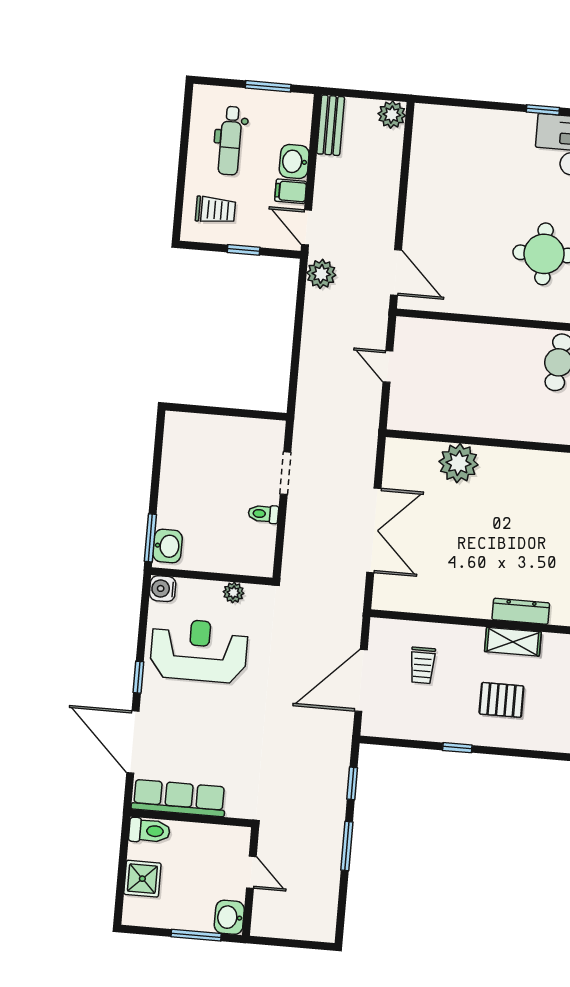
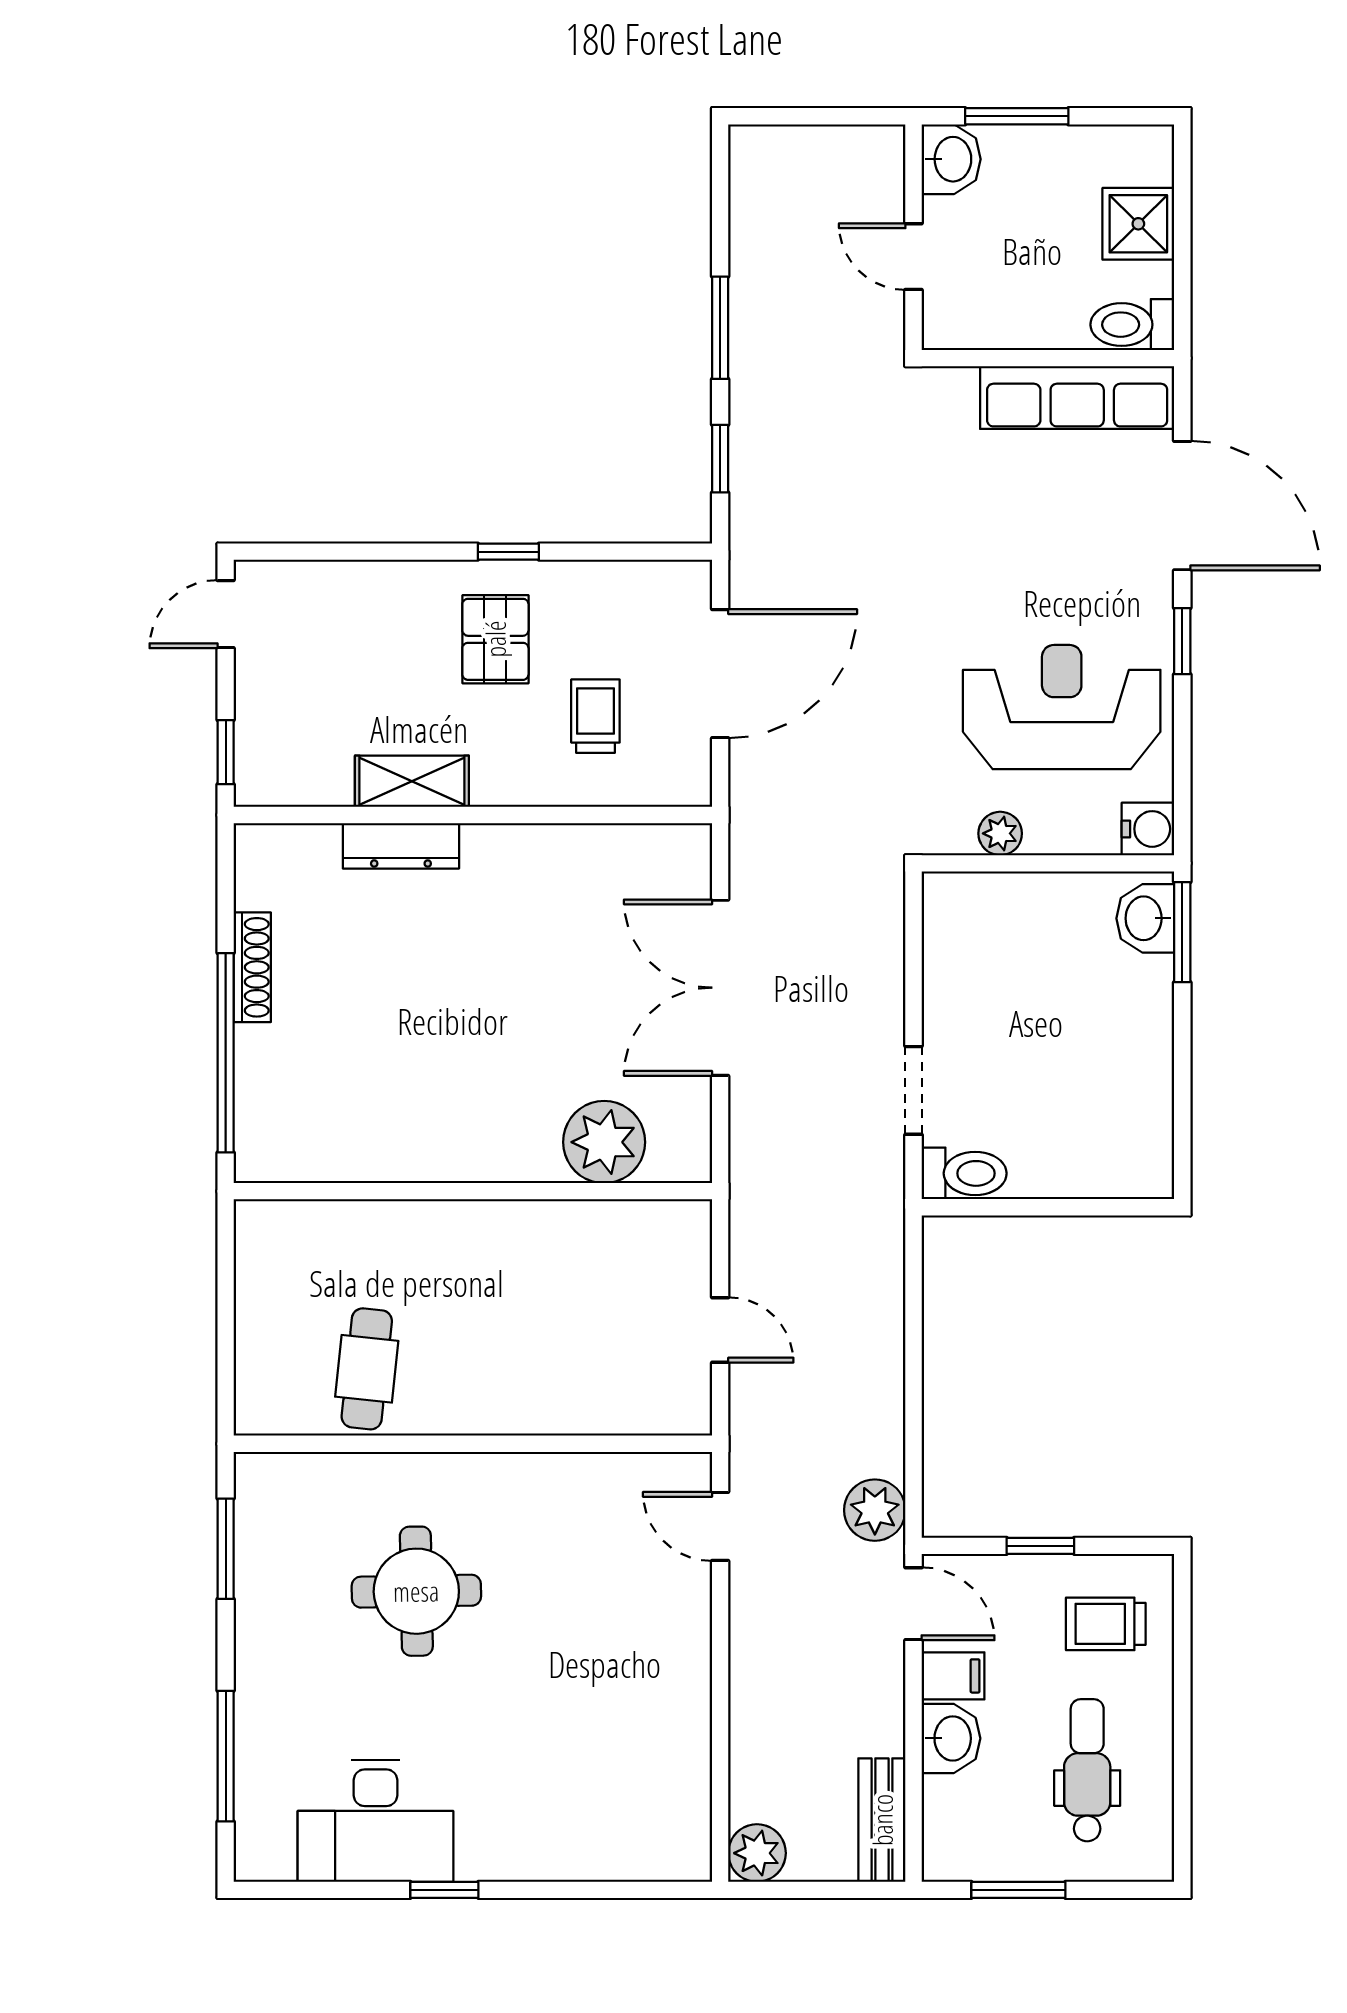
door: (396, 272) -> (720, 1526), width x0.73
plant: (459, 463) -> (604, 1142), moved
toilet: (263, 514) -> (964, 1173), moved, width x1.37, depth x1.39
reception desk: (199, 651) -> (1062, 707), turned 180
pallet: (501, 700) -> (495, 639), moved, turned 90

